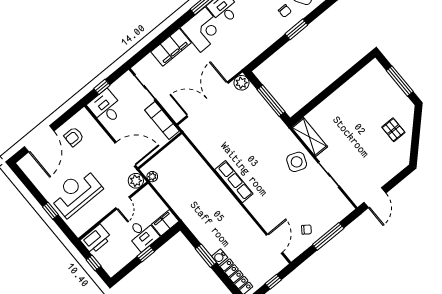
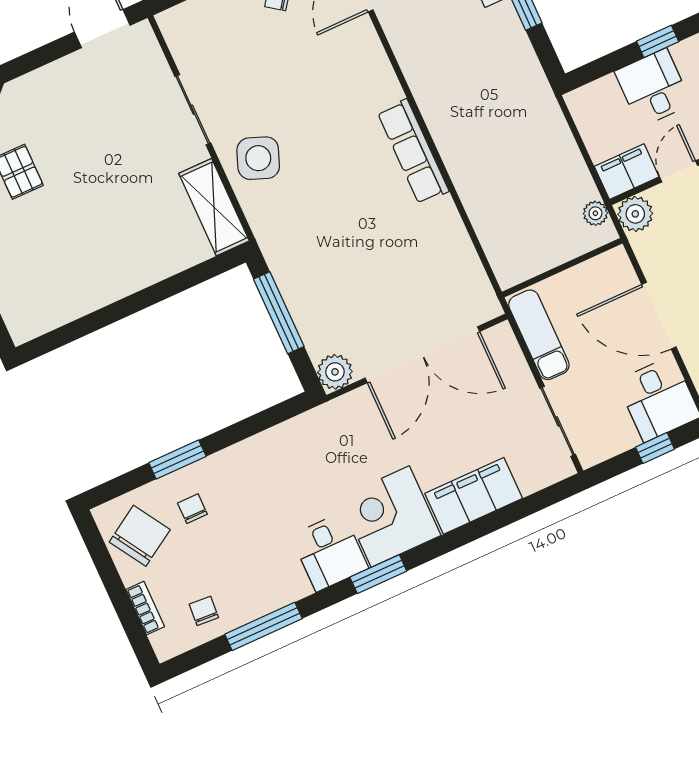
door: (125, 154) -> (659, 316), moved
filing cabinet: (165, 223) -> (627, 172), moved, turned 180

